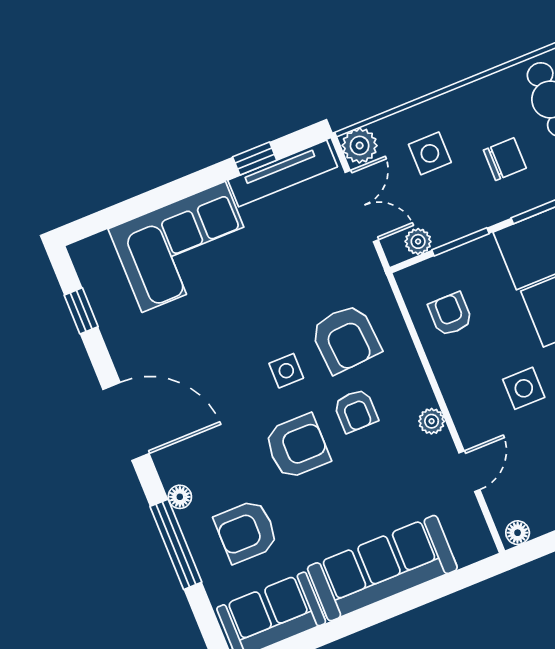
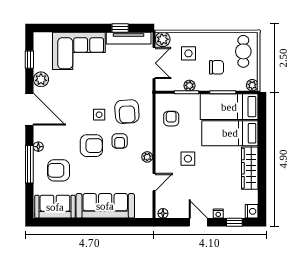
plant: (418, 241) -> (189, 85), moved
plant: (125, 345) -> (41, 79), added

